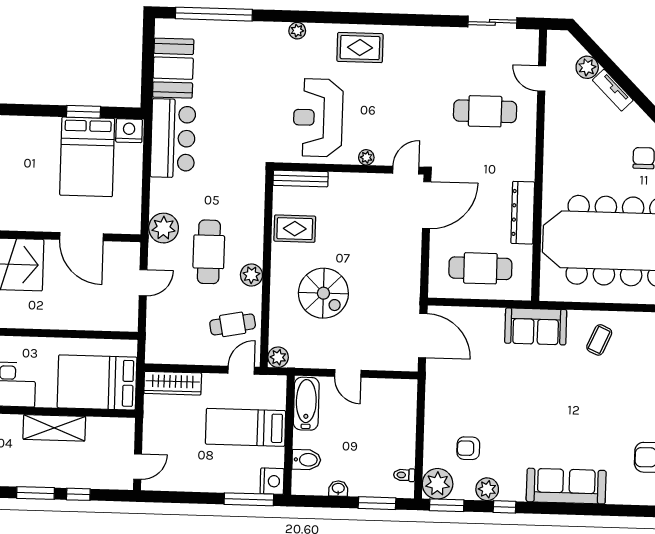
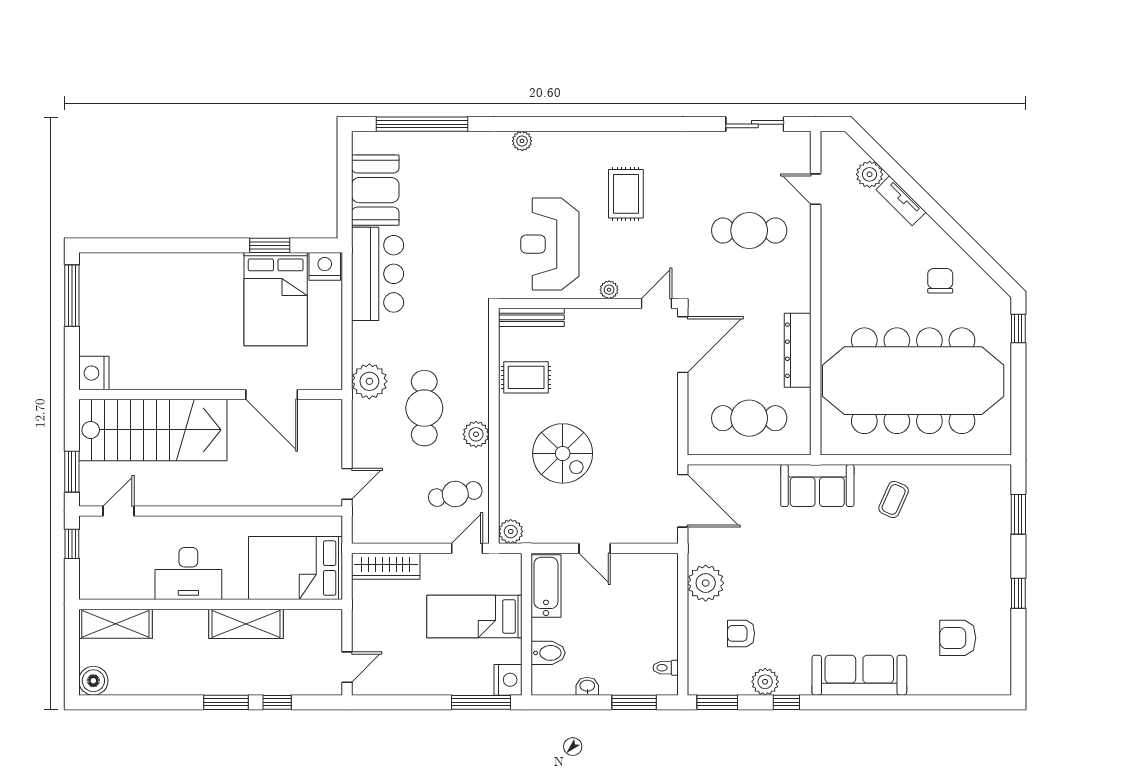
rug: (360, 48) -> (626, 194), moved, turned 90
door: (143, 283) -> (347, 484), moved
plant: (438, 484) -> (706, 583), moved

